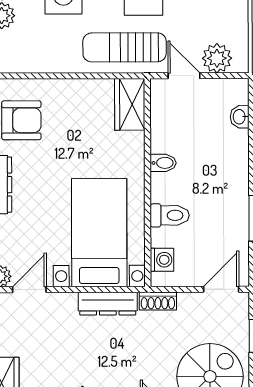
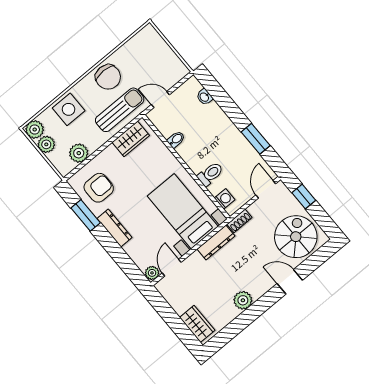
sun lounger: (125, 47) -> (120, 110), turned 180
plant: (217, 58) -> (79, 153), moved
wardrobe: (130, 104) -> (131, 139), moved, turned -90
bidet: (163, 163) -> (176, 139), moved

